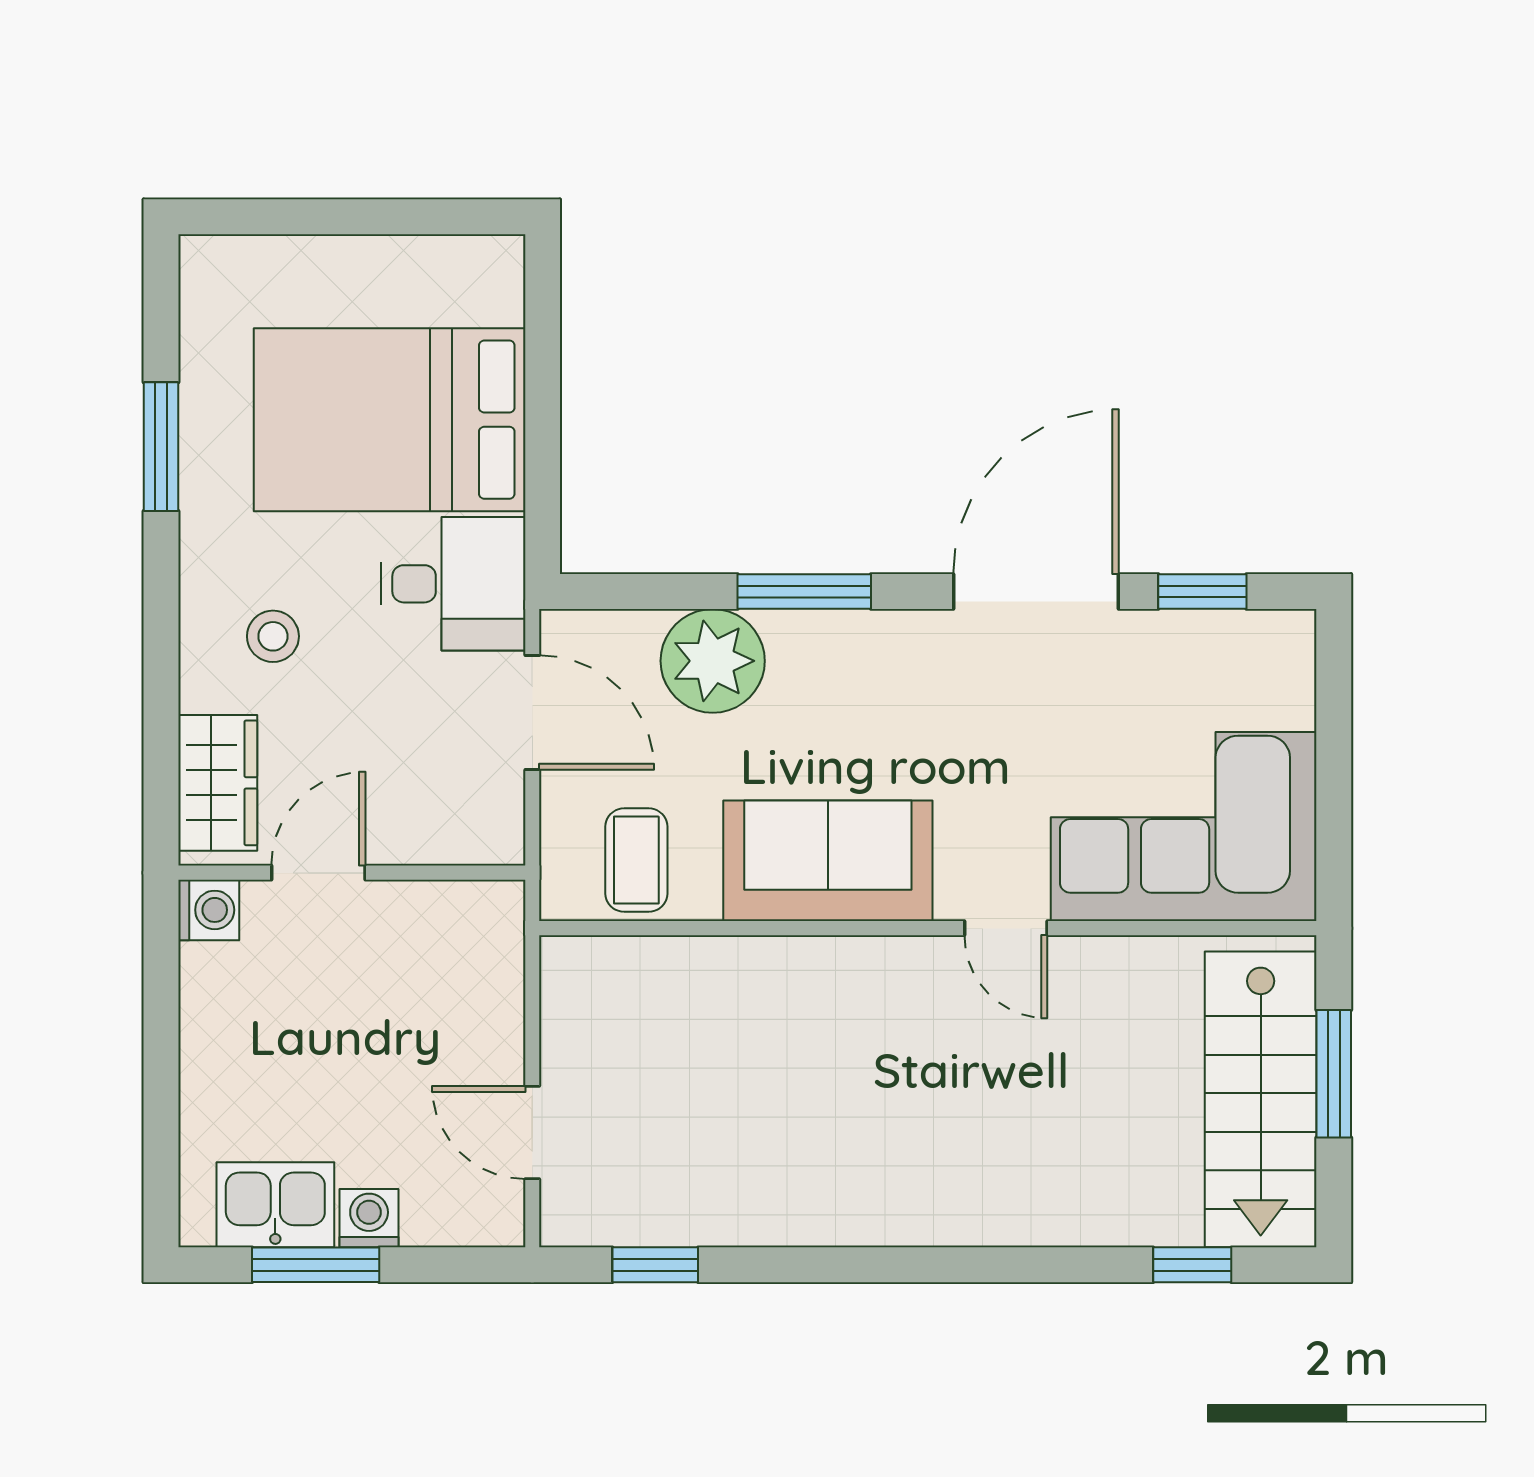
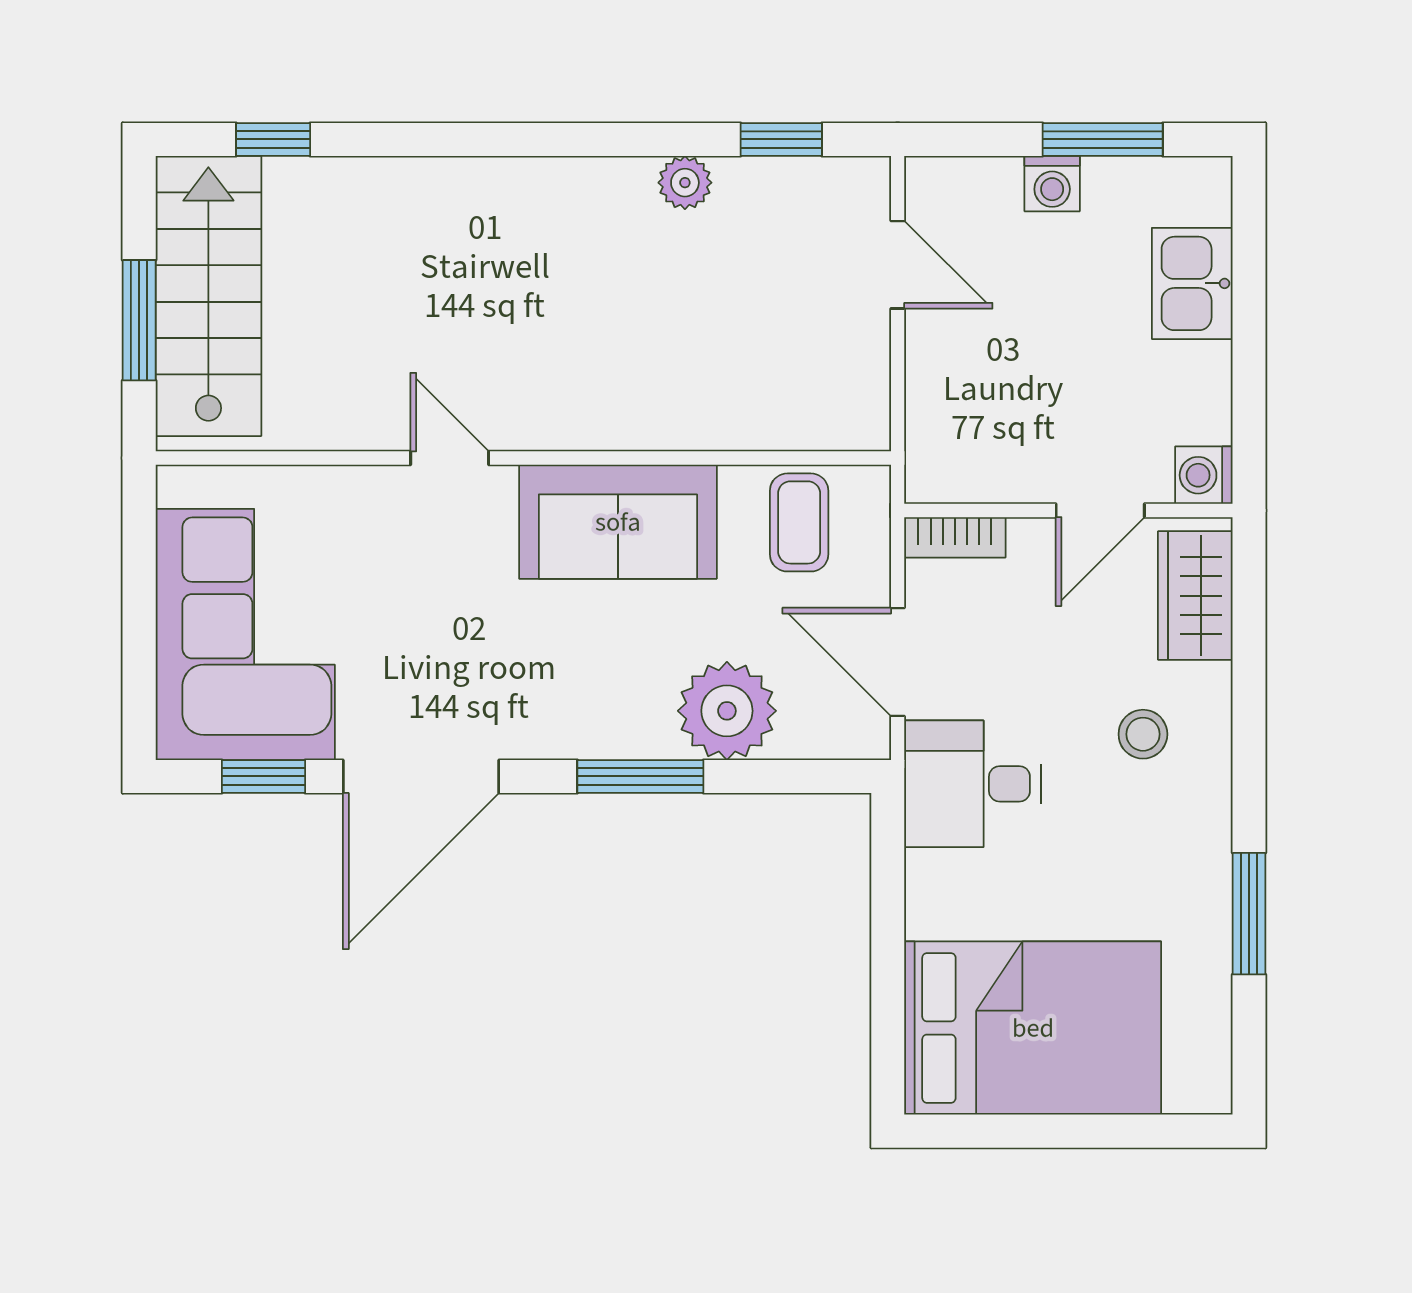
bed: (390, 420) -> (1033, 1028), moved
corner sofa: (1184, 827) -> (245, 634), moved, turned -90
bookcase: (472, 844) -> (955, 537), added
kitchen sink: (275, 1205) -> (1192, 283), moved, turned 90
plant: (757, 1219) -> (685, 183), added

